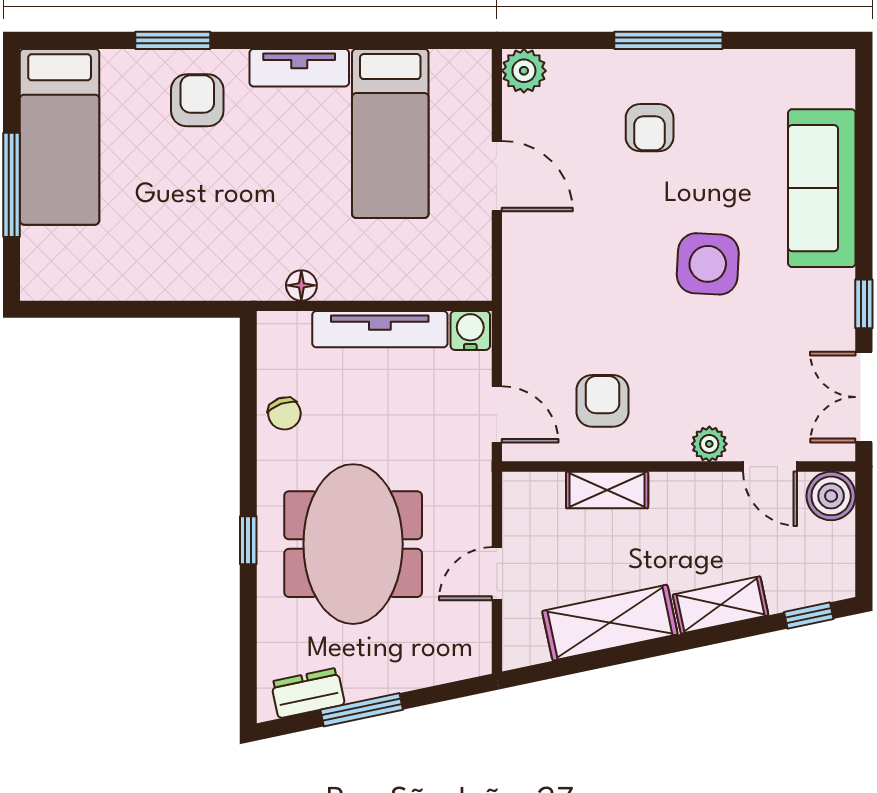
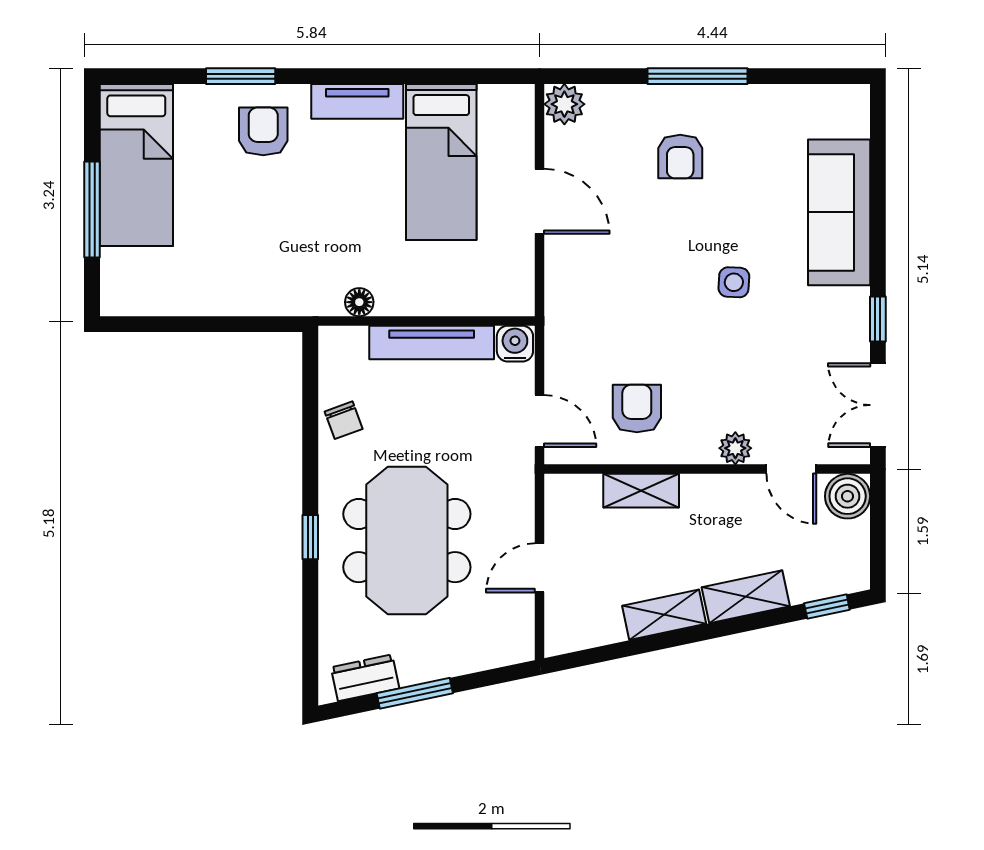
side table: (708, 264) -> (734, 282), width x0.54, depth x0.54
shelving: (610, 623) -> (664, 615), width x0.67, depth x0.75

